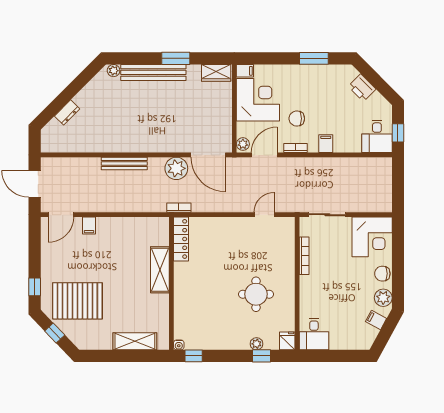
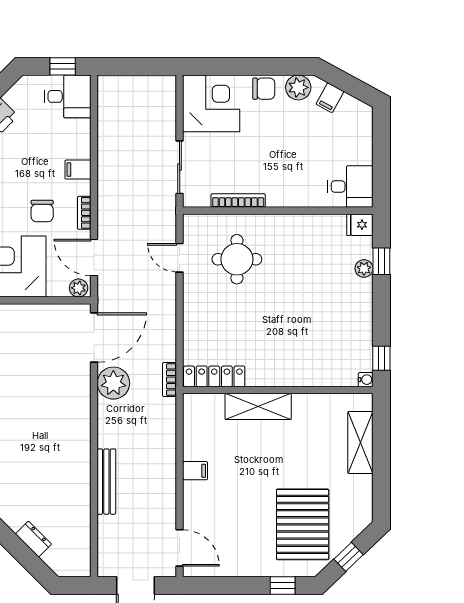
bench: (124, 164) -> (106, 482), moved
filing cabinet: (89, 226) -> (195, 471), moved
chair: (382, 274) -> (264, 89), turned -90
round table: (256, 294) -> (237, 259), moved

